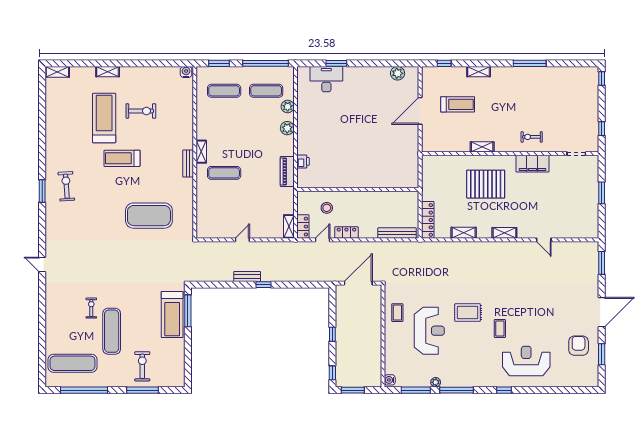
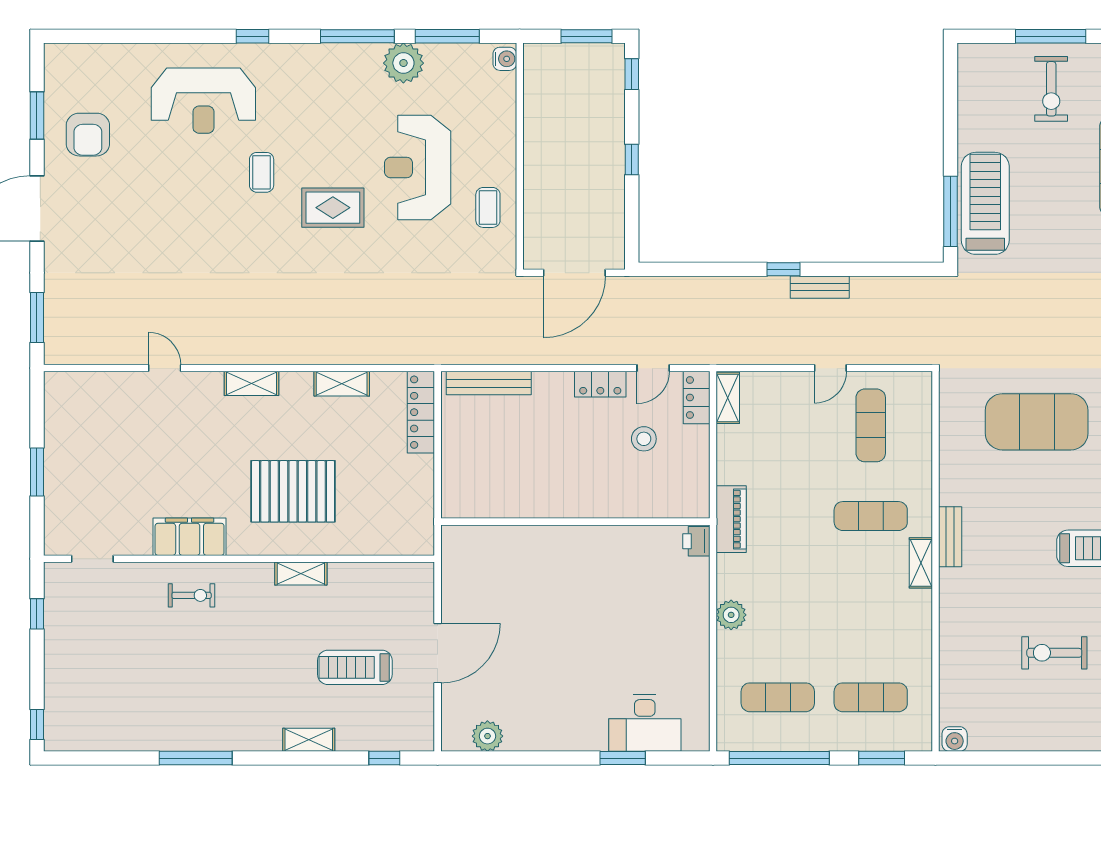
plant: (288, 107) -> (730, 663), removed
wall: (358, 190) -> (575, 522), moved
exercise mat: (224, 214) -> (871, 425), added
plant: (436, 382) -> (403, 63), width x1.88, depth x1.88

